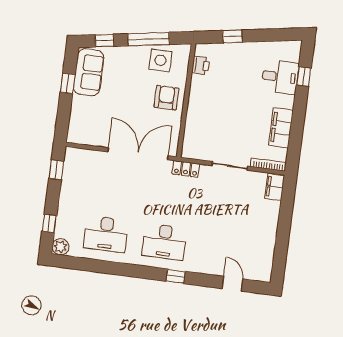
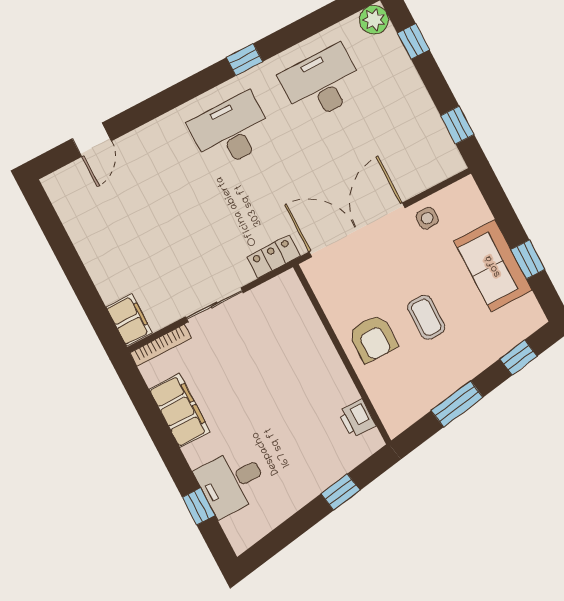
window: (149, 39) -> (457, 404), width x0.69
side table: (161, 60) -> (427, 218), moved, width x0.54, depth x0.54
sofa: (89, 72) -> (493, 266), moved
coffee table: (134, 90) -> (426, 317), added
double door: (138, 154) -> (357, 230), swing flipped
window: (176, 276) -> (245, 60), moved
door: (233, 284) -> (92, 140), hinge flipped

